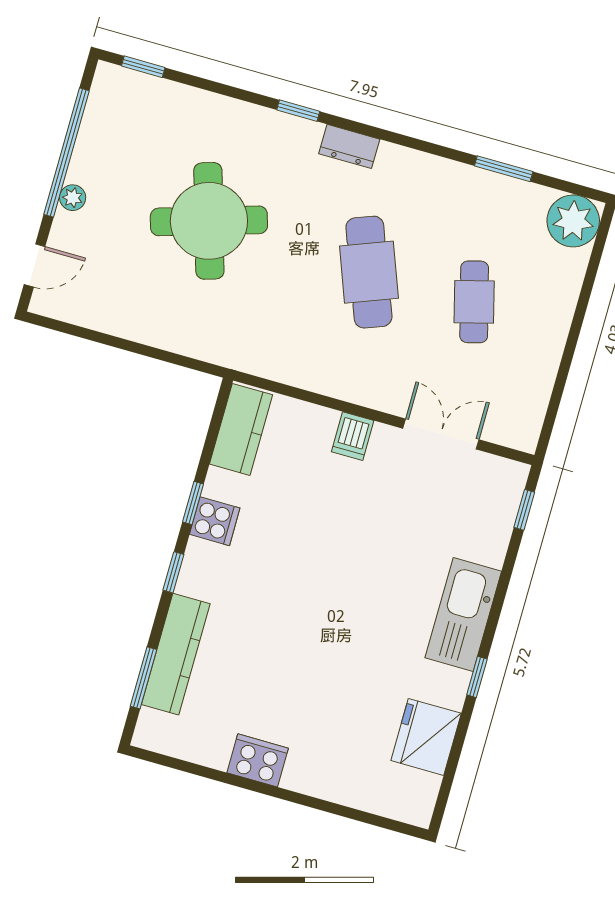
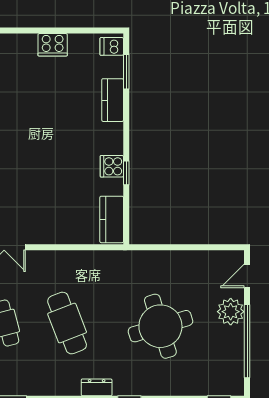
plant: (73, 198) -> (231, 312), width x1.87, depth x1.87
dishwasher: (353, 436) -> (112, 46), moved, turned -90
window: (173, 572) -> (126, 133), removed
kitchen counter: (176, 654) -> (113, 100), width x0.67

